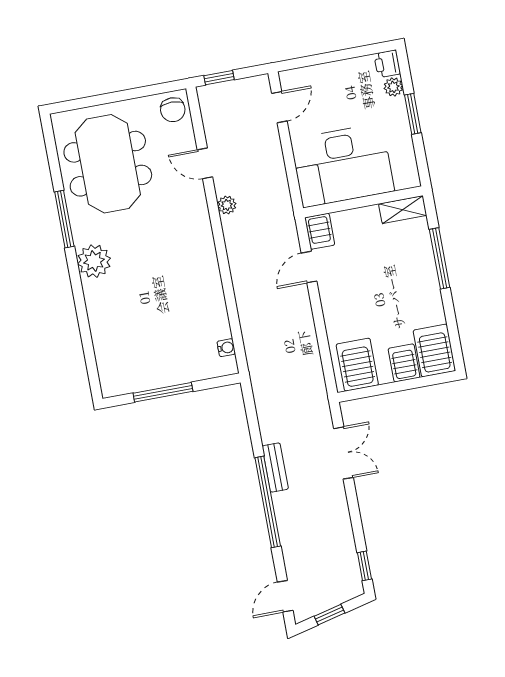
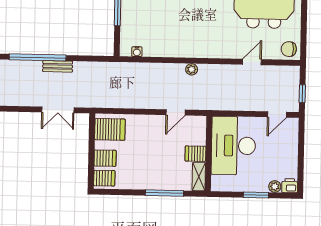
window: (219, 78) -> (302, 94), moved
door: (279, 107) -> (277, 114), hinge flipped
plant: (227, 205) -> (192, 69), moved
server rack: (320, 231) -> (195, 154), moved
door: (309, 267) -> (176, 112), swing flipped
server rack: (434, 351) -> (104, 178), width x0.73, depth x0.70

